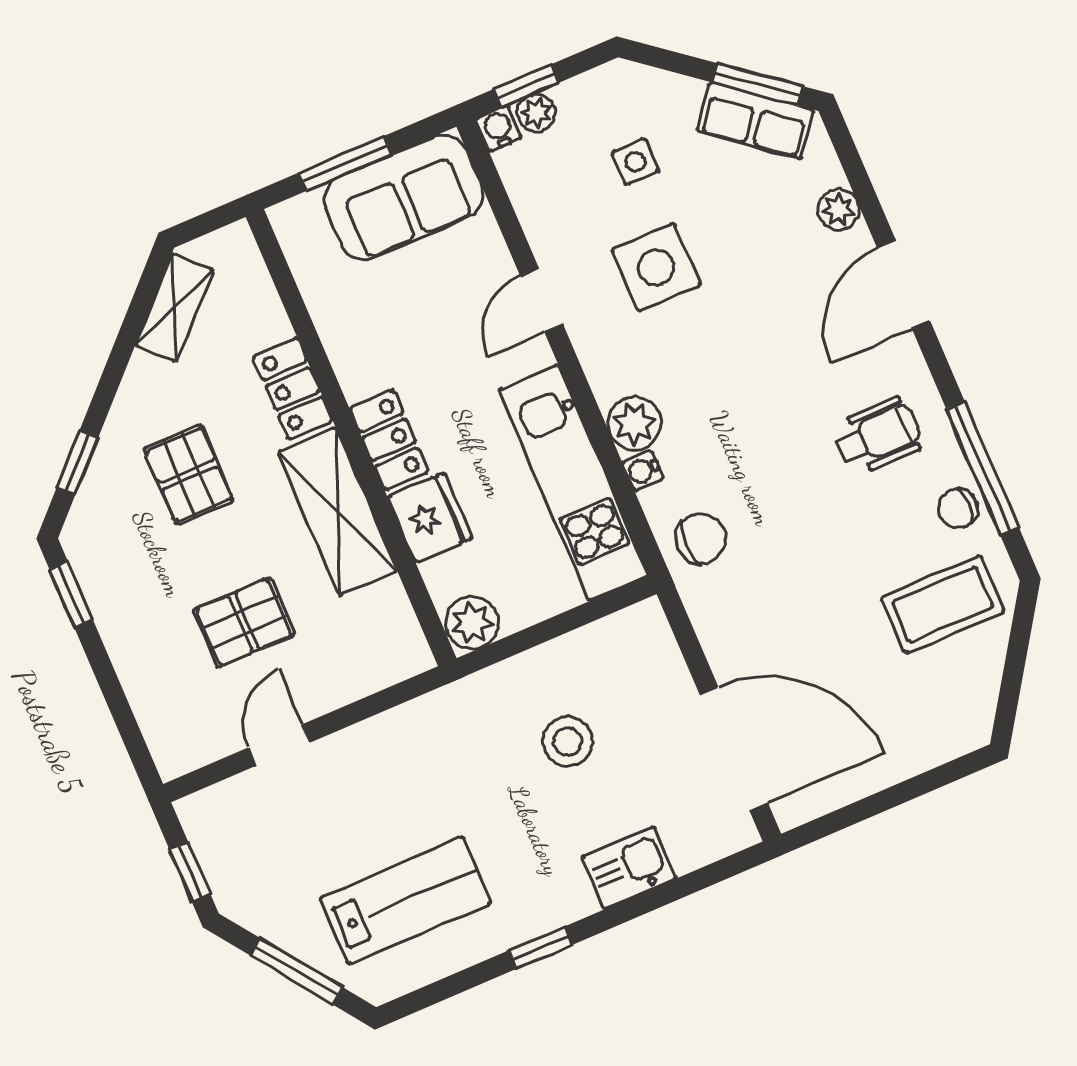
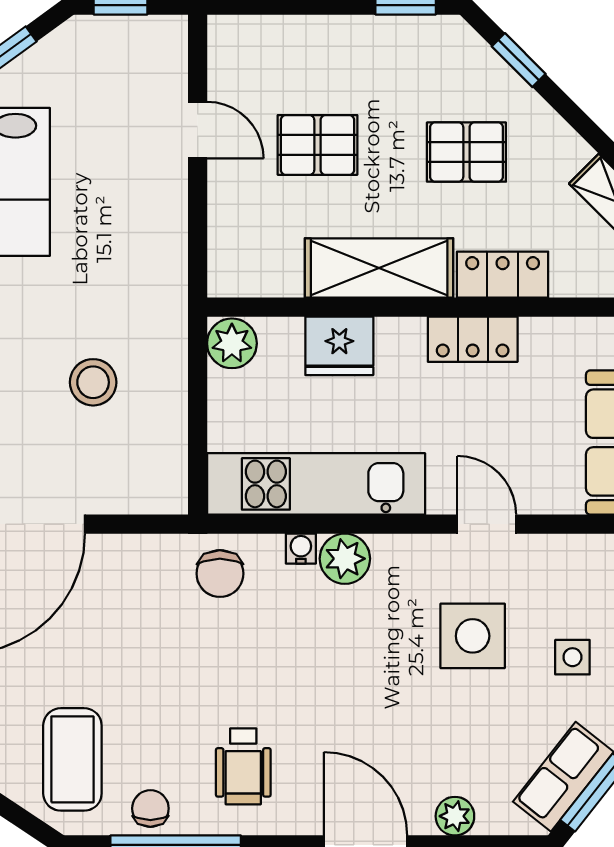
locker: (389, 440) -> (473, 339), moved
pallet: (244, 622) -> (317, 145), turned 90

